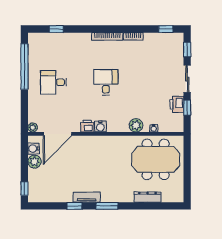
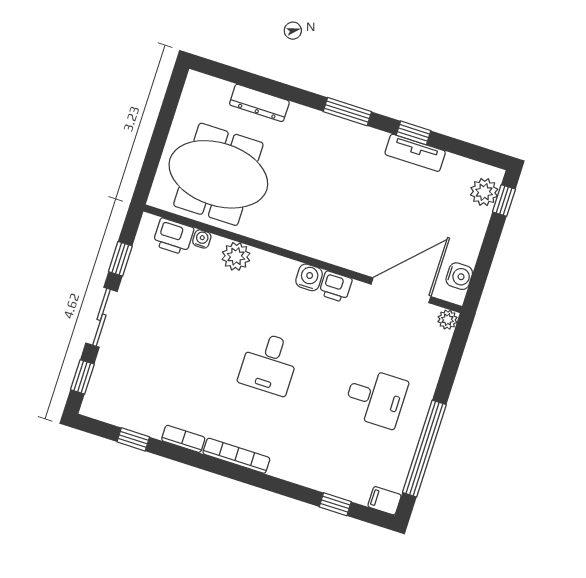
window: (166, 29) -> (133, 439), moved
filing cabinet: (35, 38) -> (384, 501), added
printer: (177, 104) -> (173, 236), moved, turned 90
plant: (35, 162) -> (484, 192), moved
tv unit: (87, 197) -> (415, 153), moved

